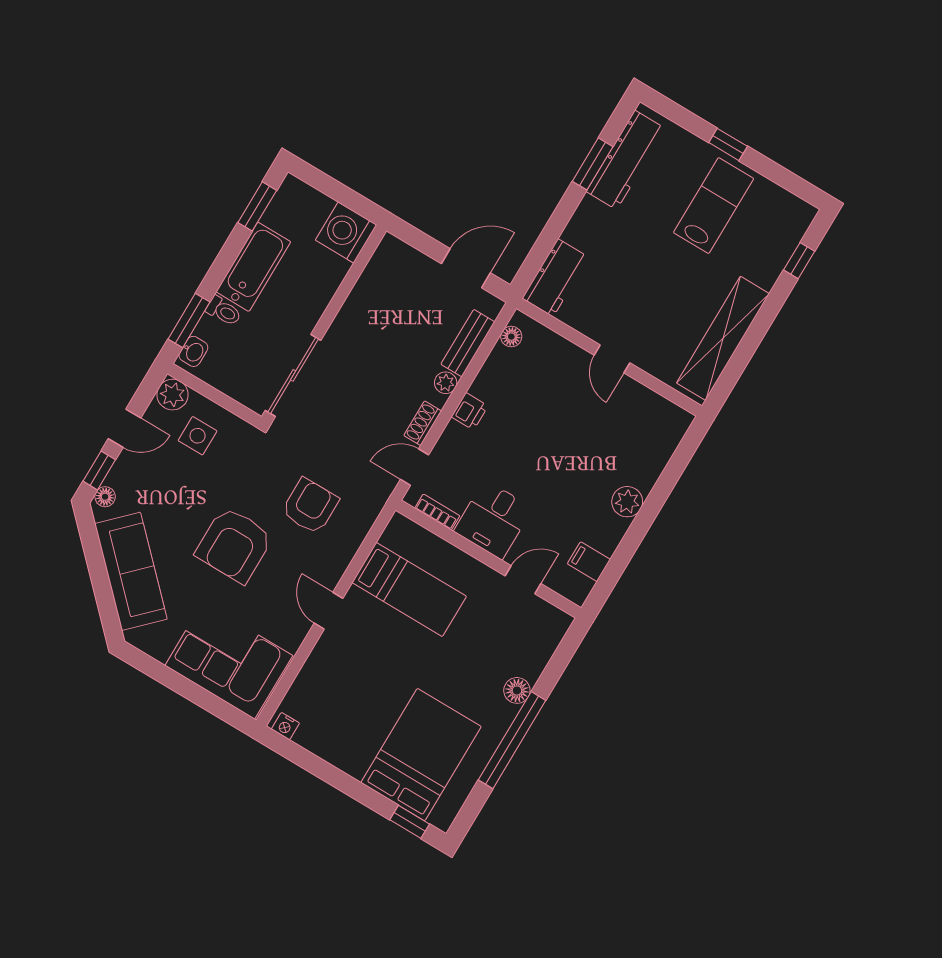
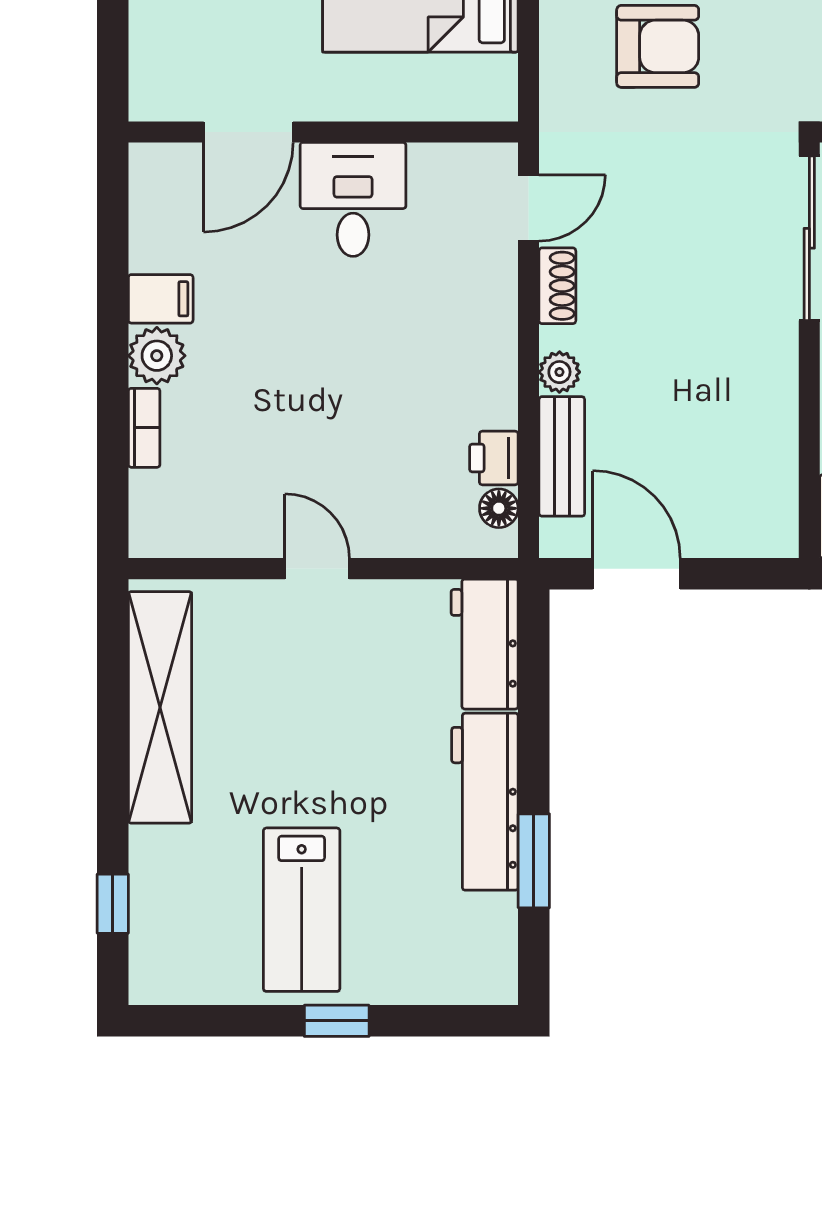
workbench: (626, 160) -> (485, 802), moved
door: (466, 268) -> (636, 574), swing flipped
printer: (470, 411) -> (494, 458), moved
armchair: (310, 506) -> (658, 46), turned -90
bookcase: (437, 512) -> (144, 428), moved, turned -90
filing cabinet: (589, 562) -> (161, 299), moved
door: (523, 580) -> (248, 132), width x1.38

